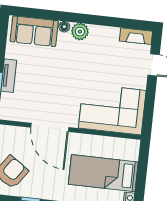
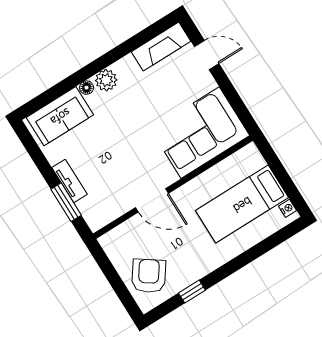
fireplace: (136, 36) -> (161, 47), width x1.37, depth x1.32
door: (50, 127) -> (152, 200), width x0.73

